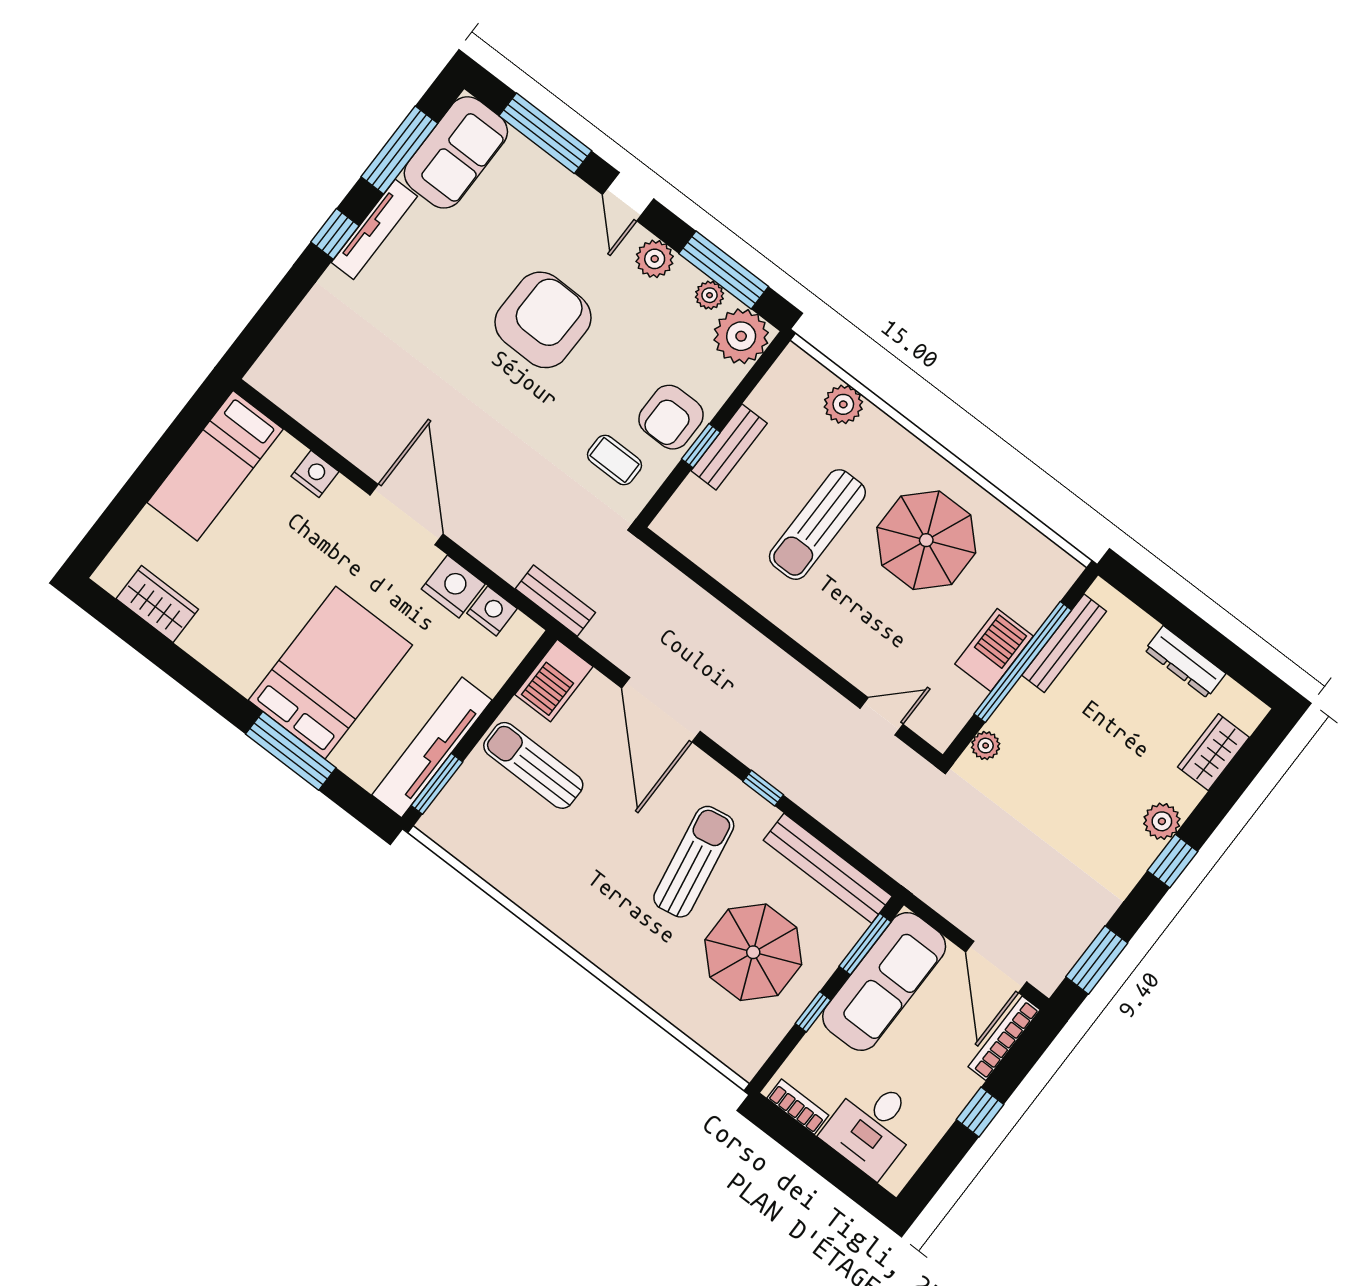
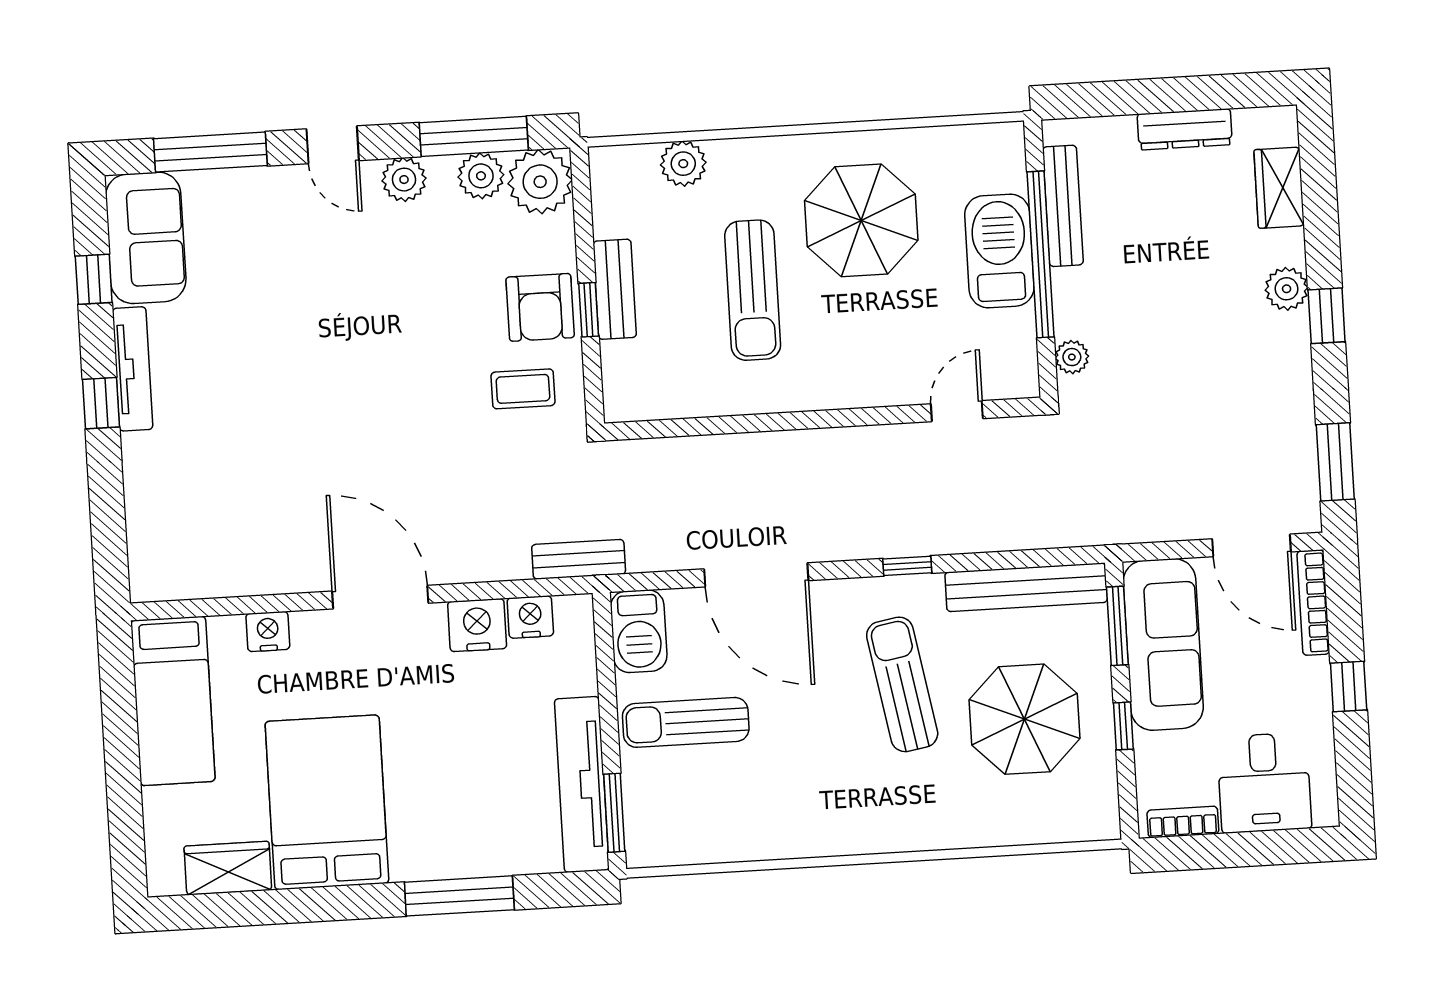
window: (399, 150) -> (94, 279), width x0.46
plant: (710, 295) -> (481, 176), width x1.38, depth x1.38
armchair: (543, 320) -> (352, 320), removed
barbecue: (994, 650) -> (999, 251), width x1.37, depth x1.21
bed: (330, 673) -> (327, 802), moved

